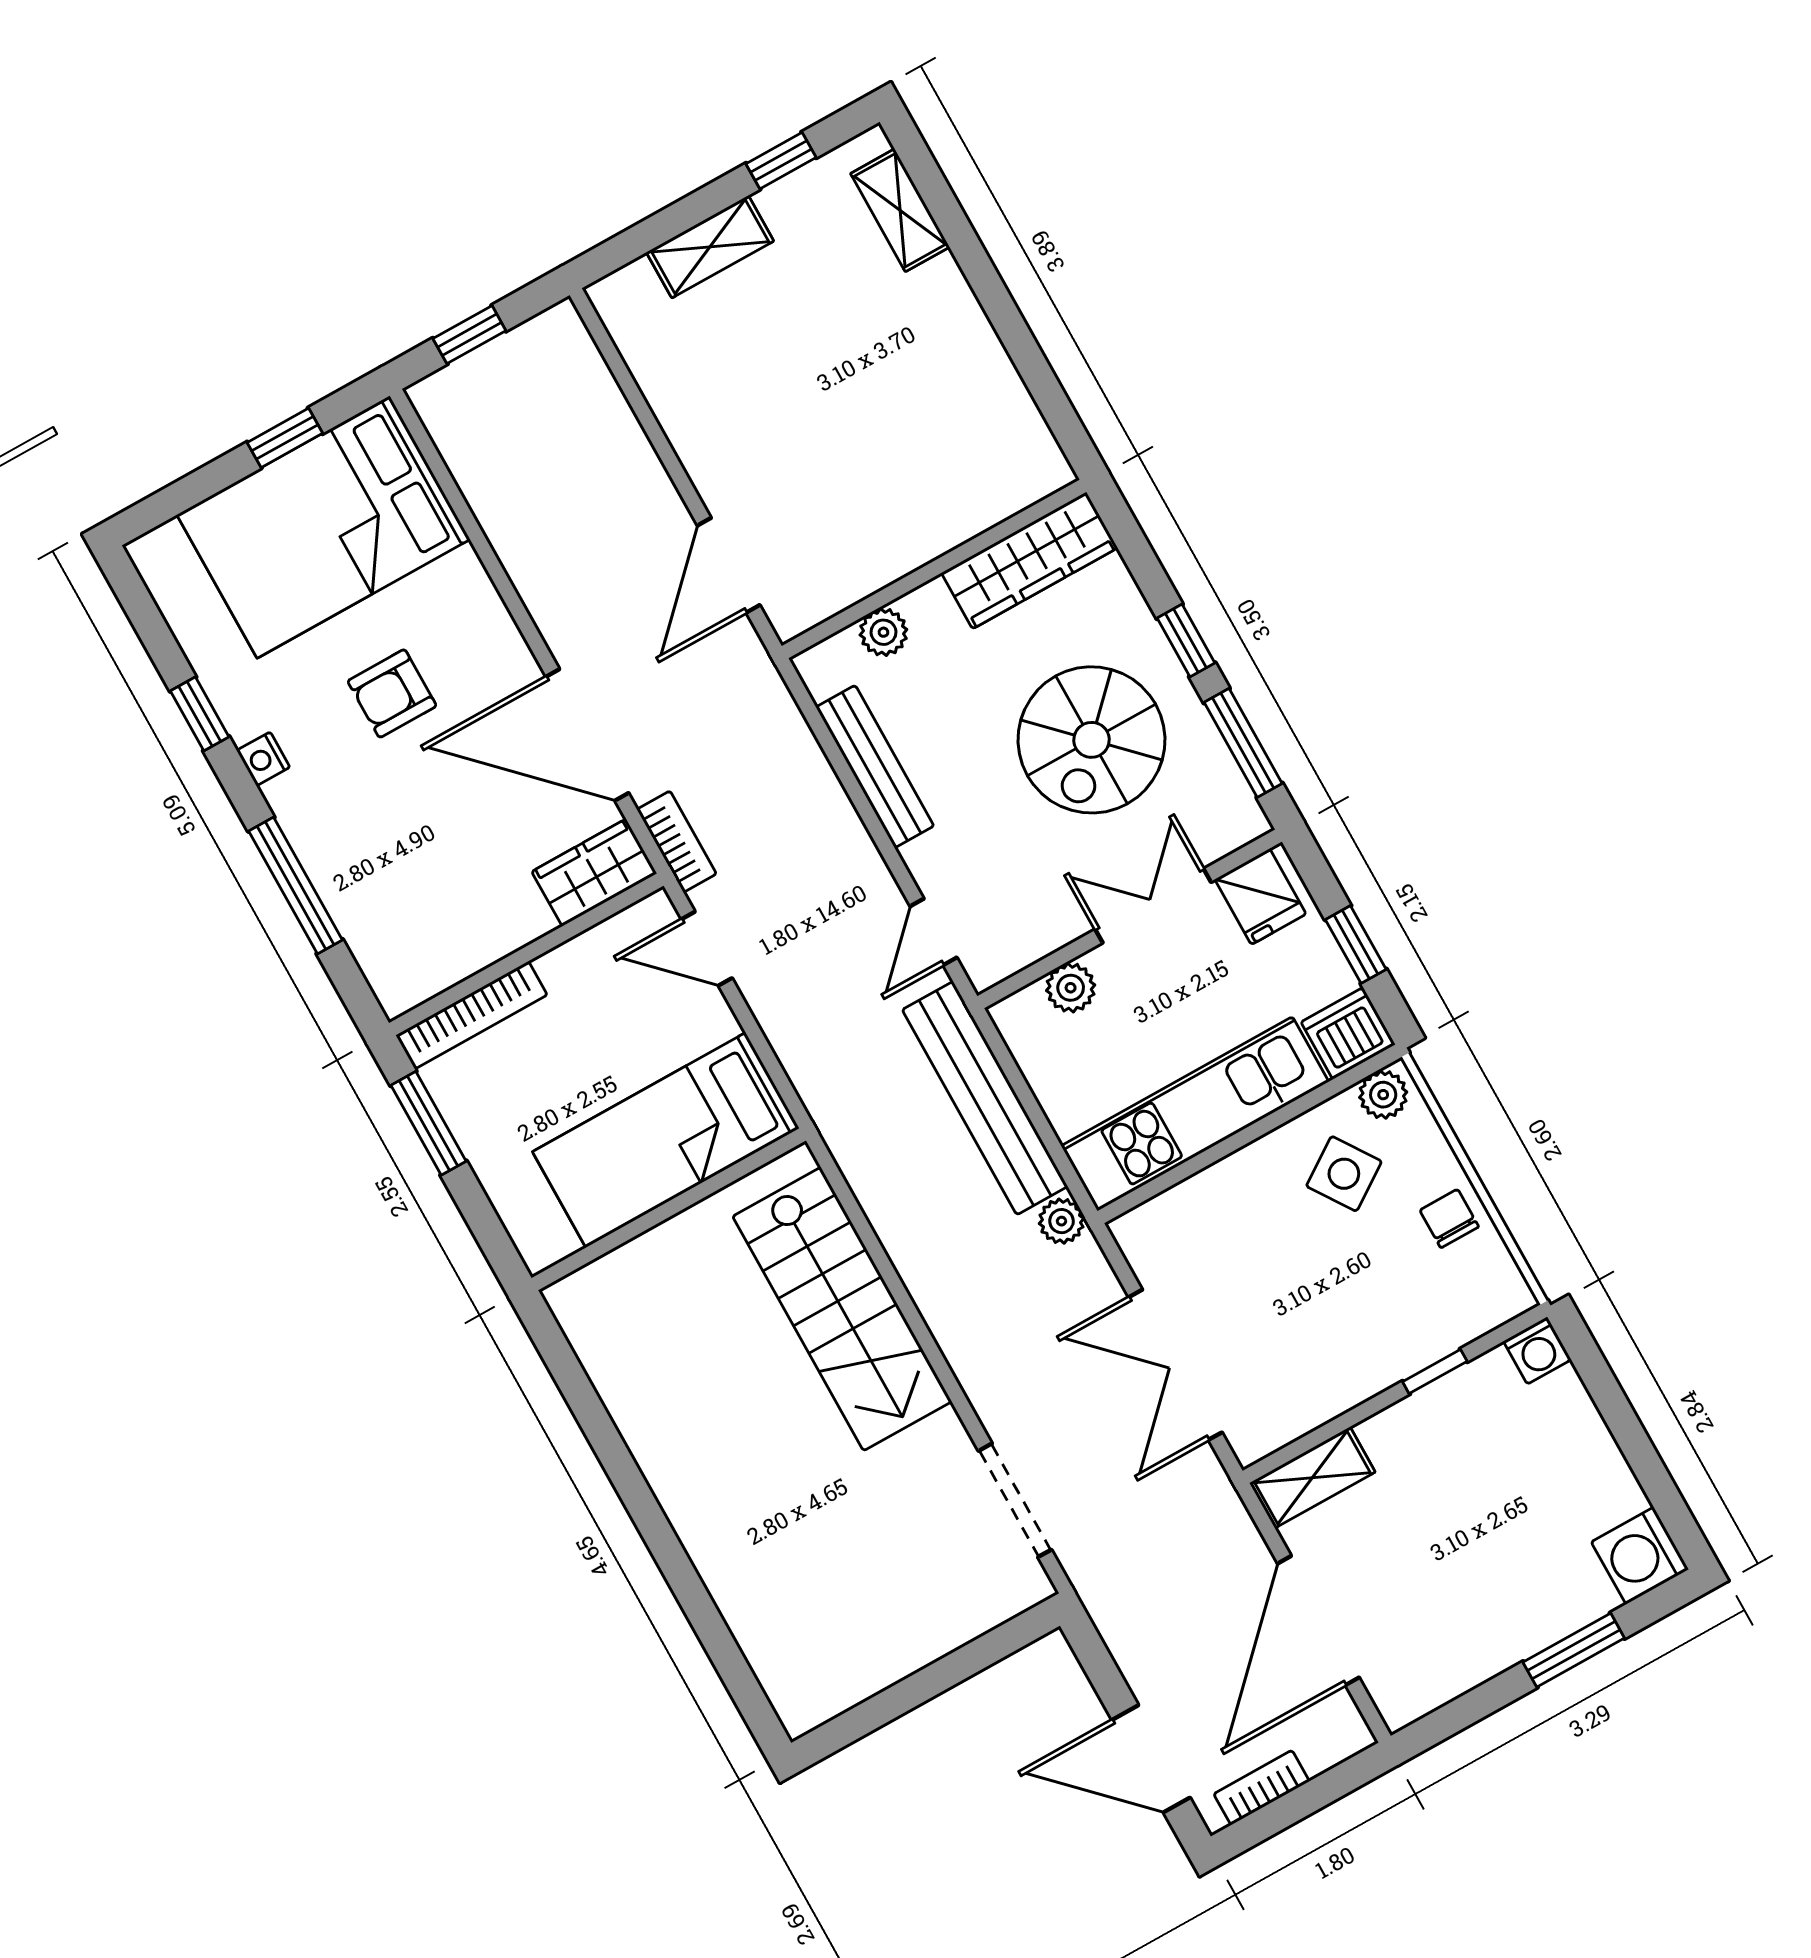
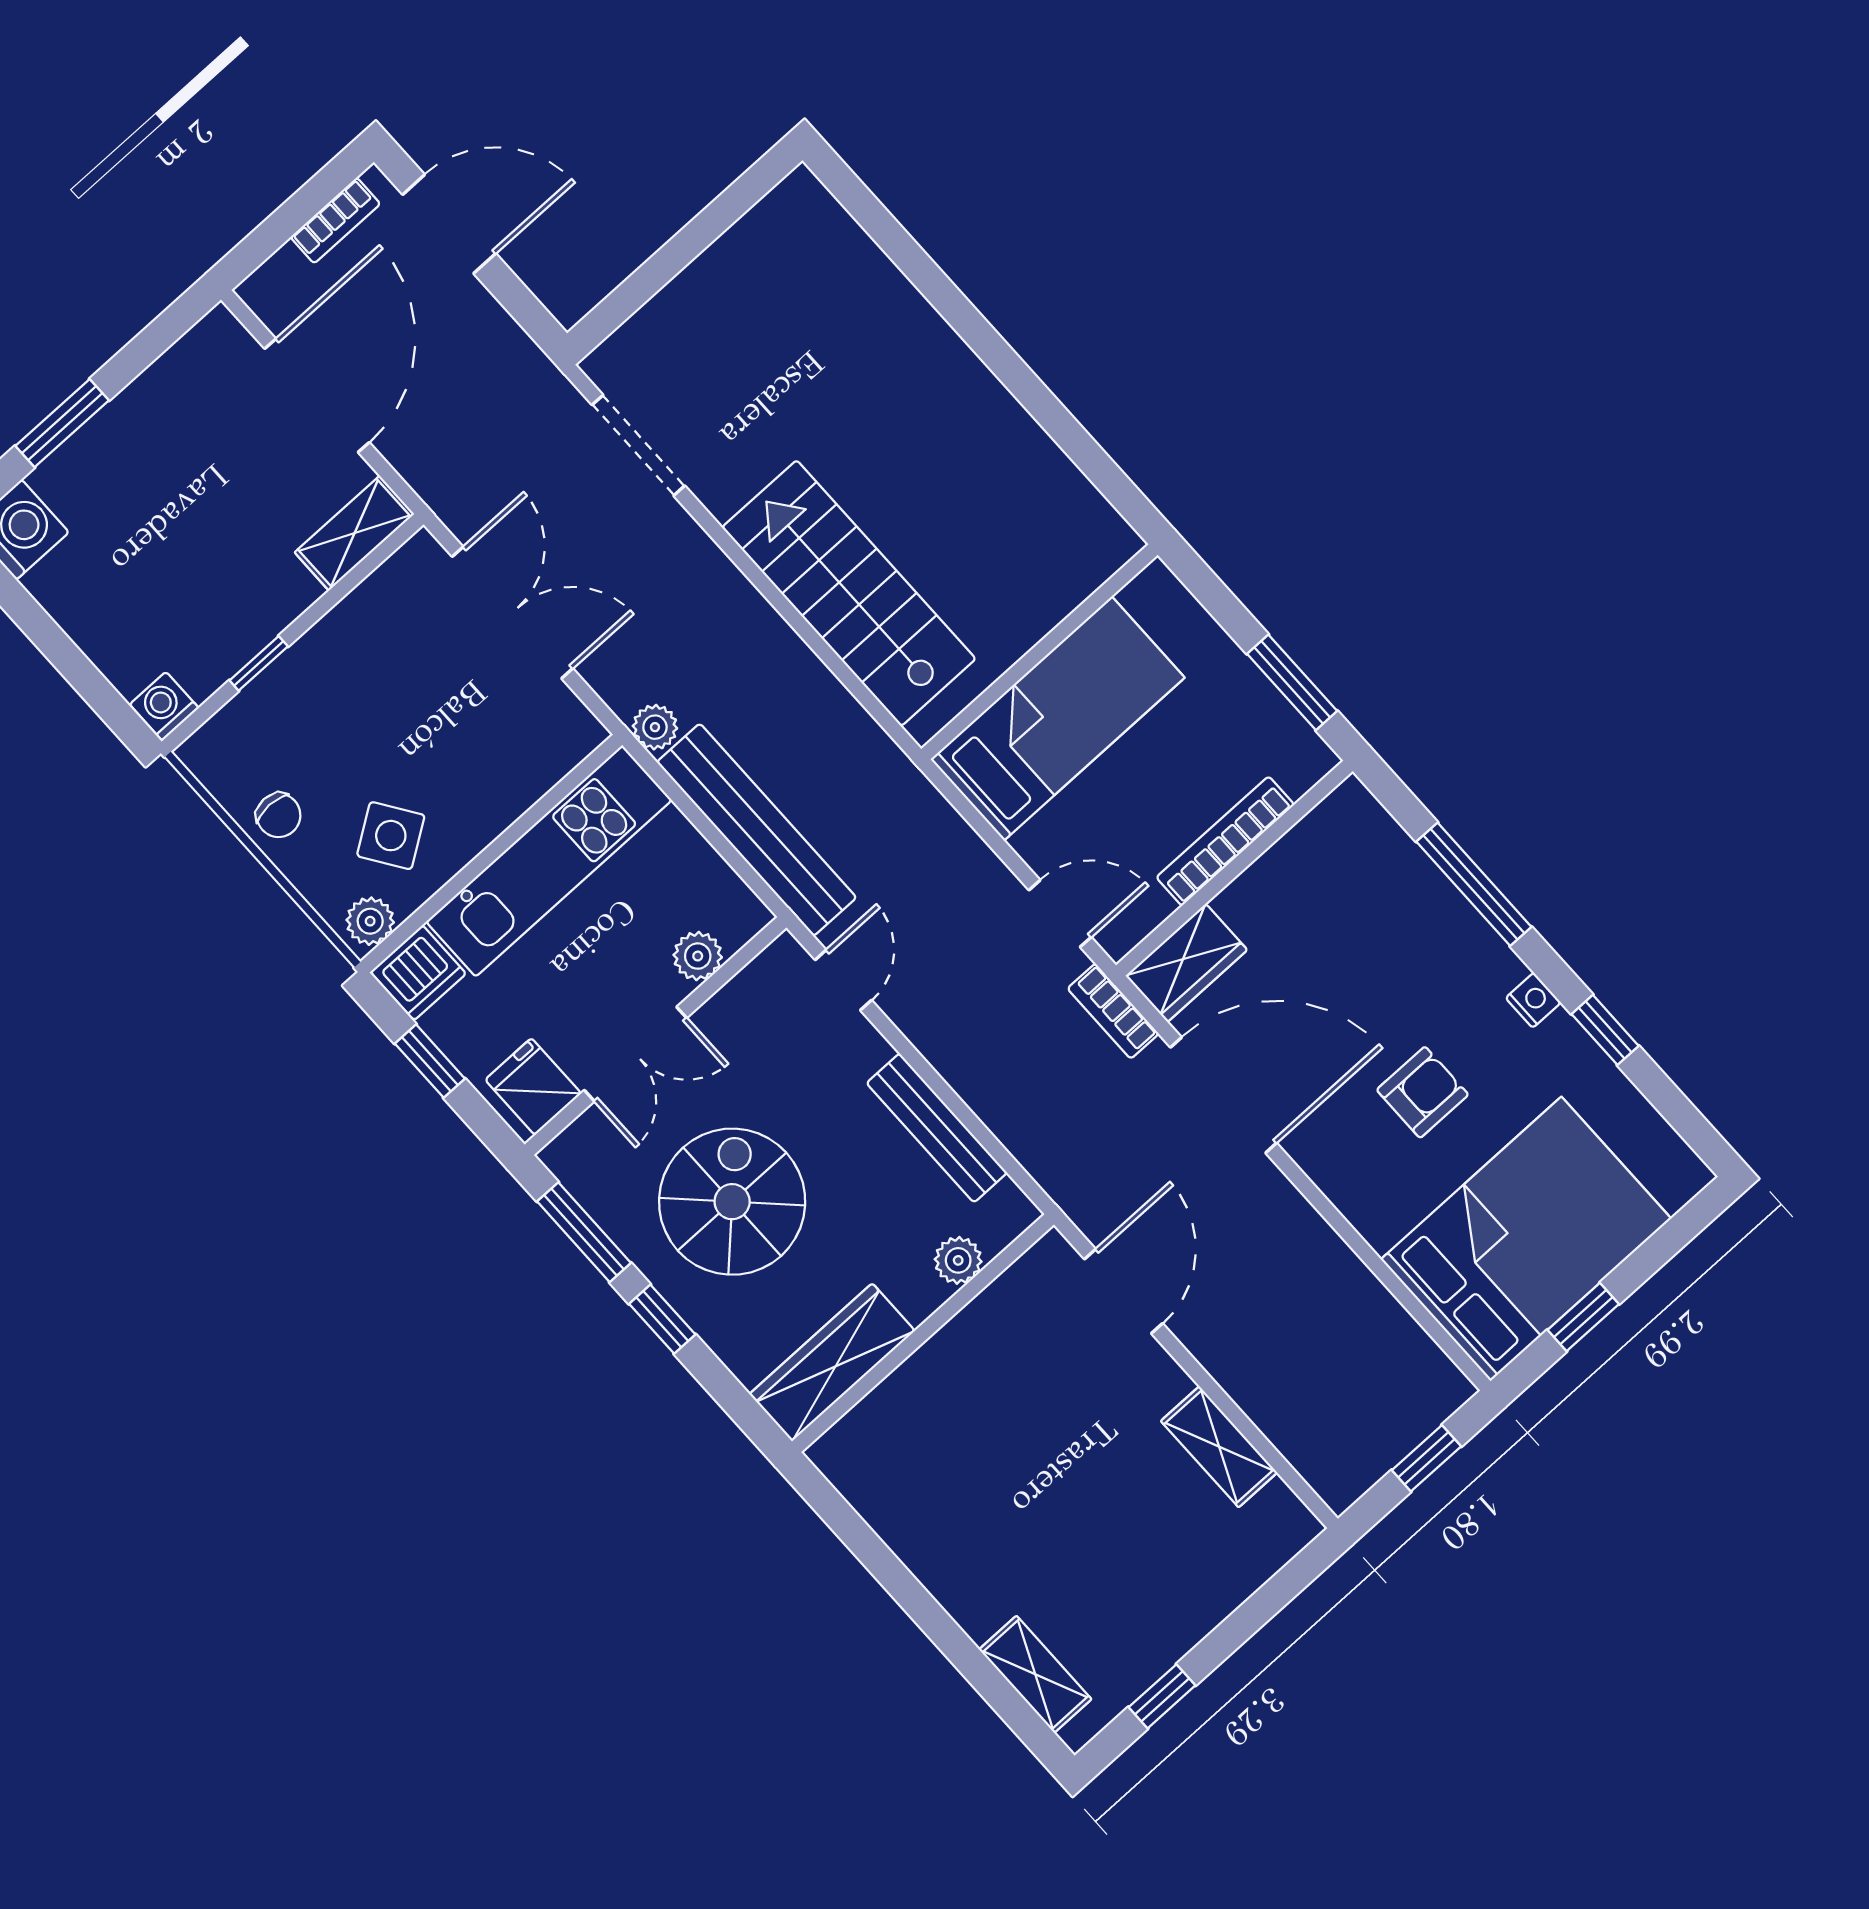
shelving: (710, 247) -> (1219, 1447), moved, turned 90
bookcase: (472, 1015) -> (1225, 841), moved

